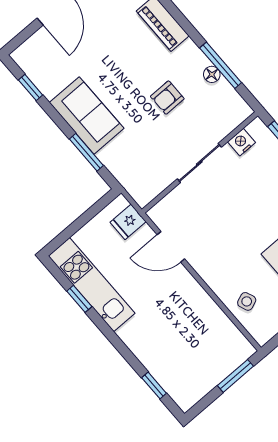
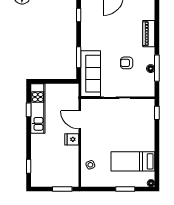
sofa: (87, 115) -> (91, 74), moved, width x1.36
nightstand: (241, 142) -> (140, 104), removed
fridge: (128, 222) -> (72, 139), moved

